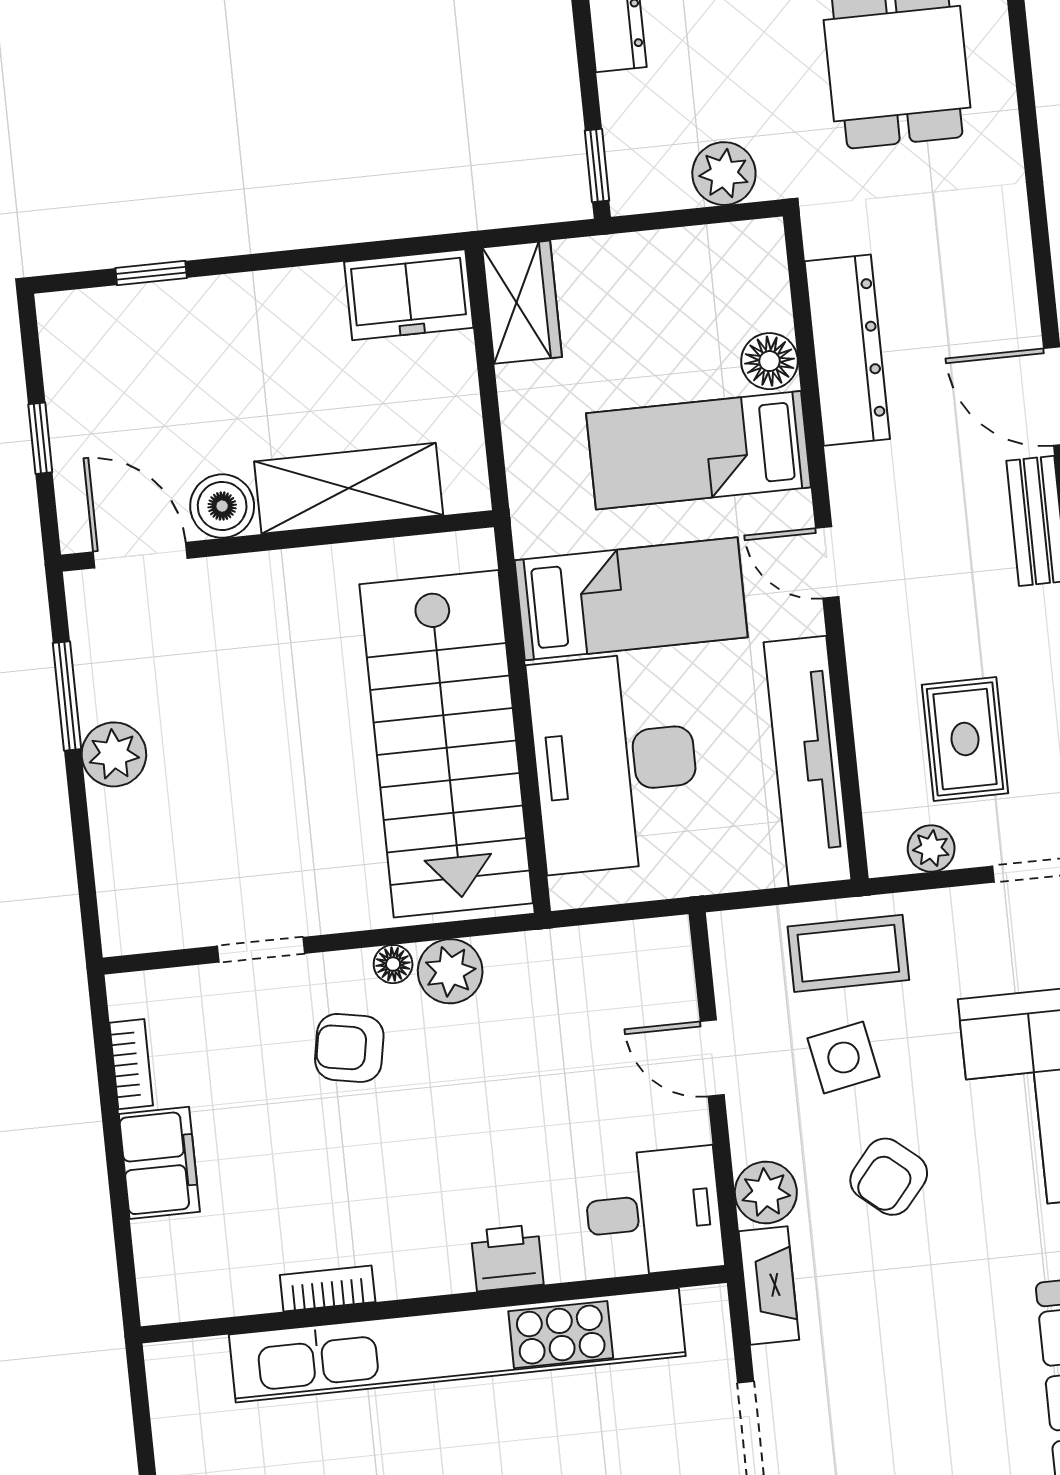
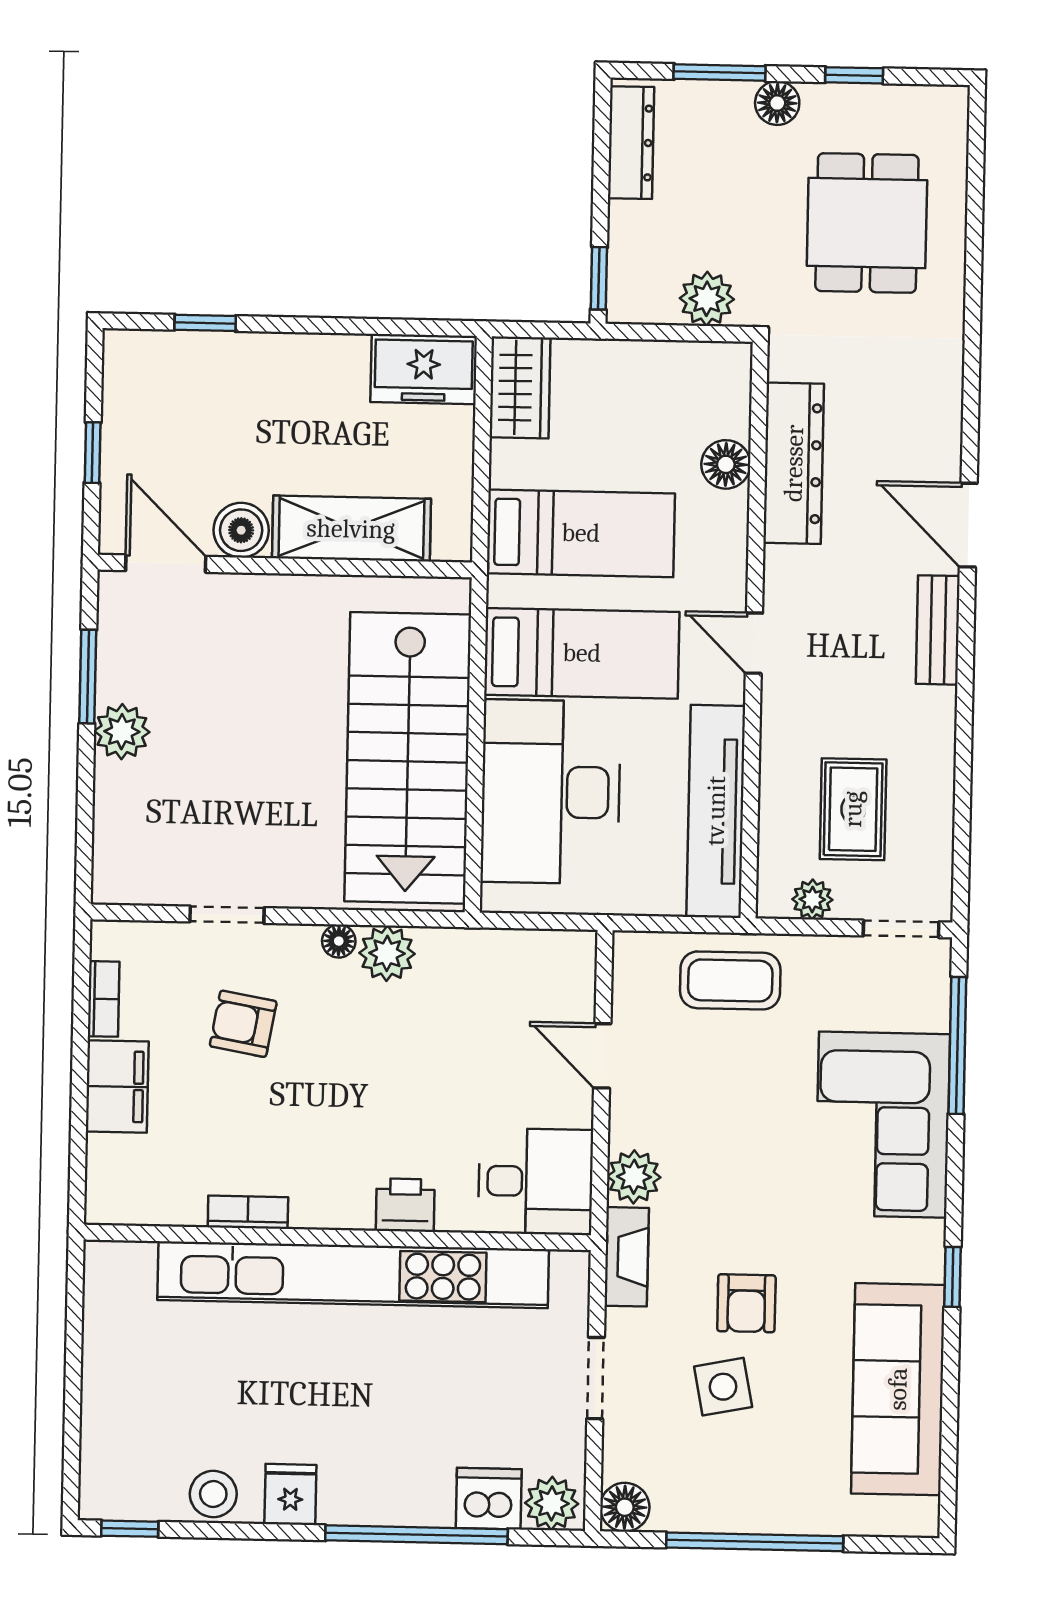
bed: (699, 450) -> (581, 533), moved, turned 180
armchair: (349, 1048) -> (243, 1024), moved
side table: (844, 1057) -> (723, 1387), moved
armchair: (889, 1177) -> (746, 1303), moved, turned -40

